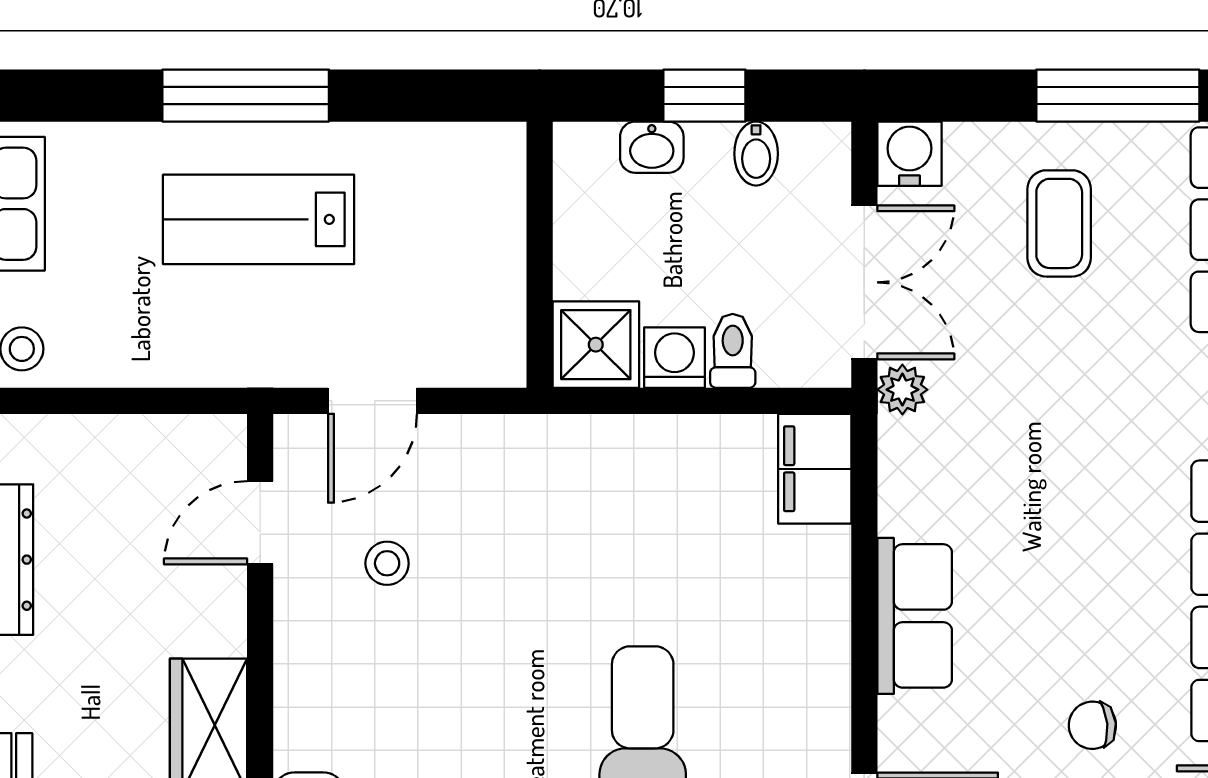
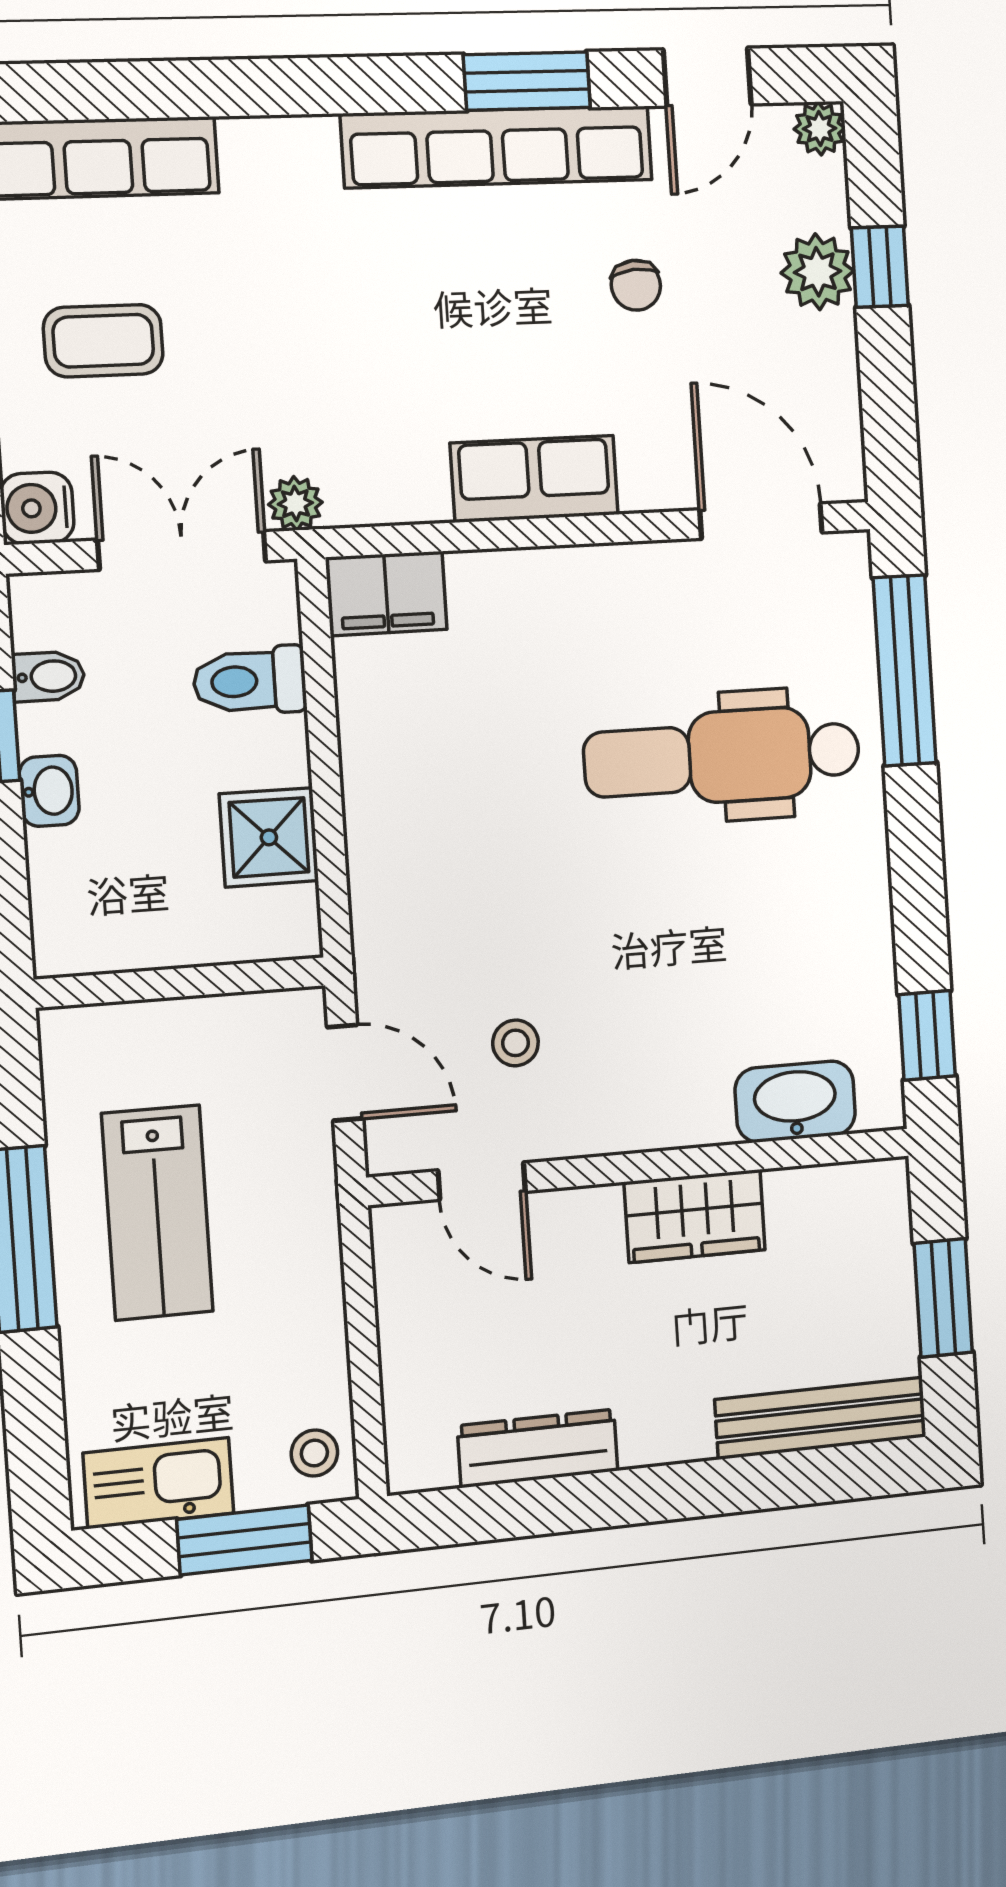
wall: (540, 255) -> (181, 982), moved
toilet: (733, 351) -> (250, 681), width x1.37, depth x1.39
washing machine: (675, 358) -> (277, 751), removed

